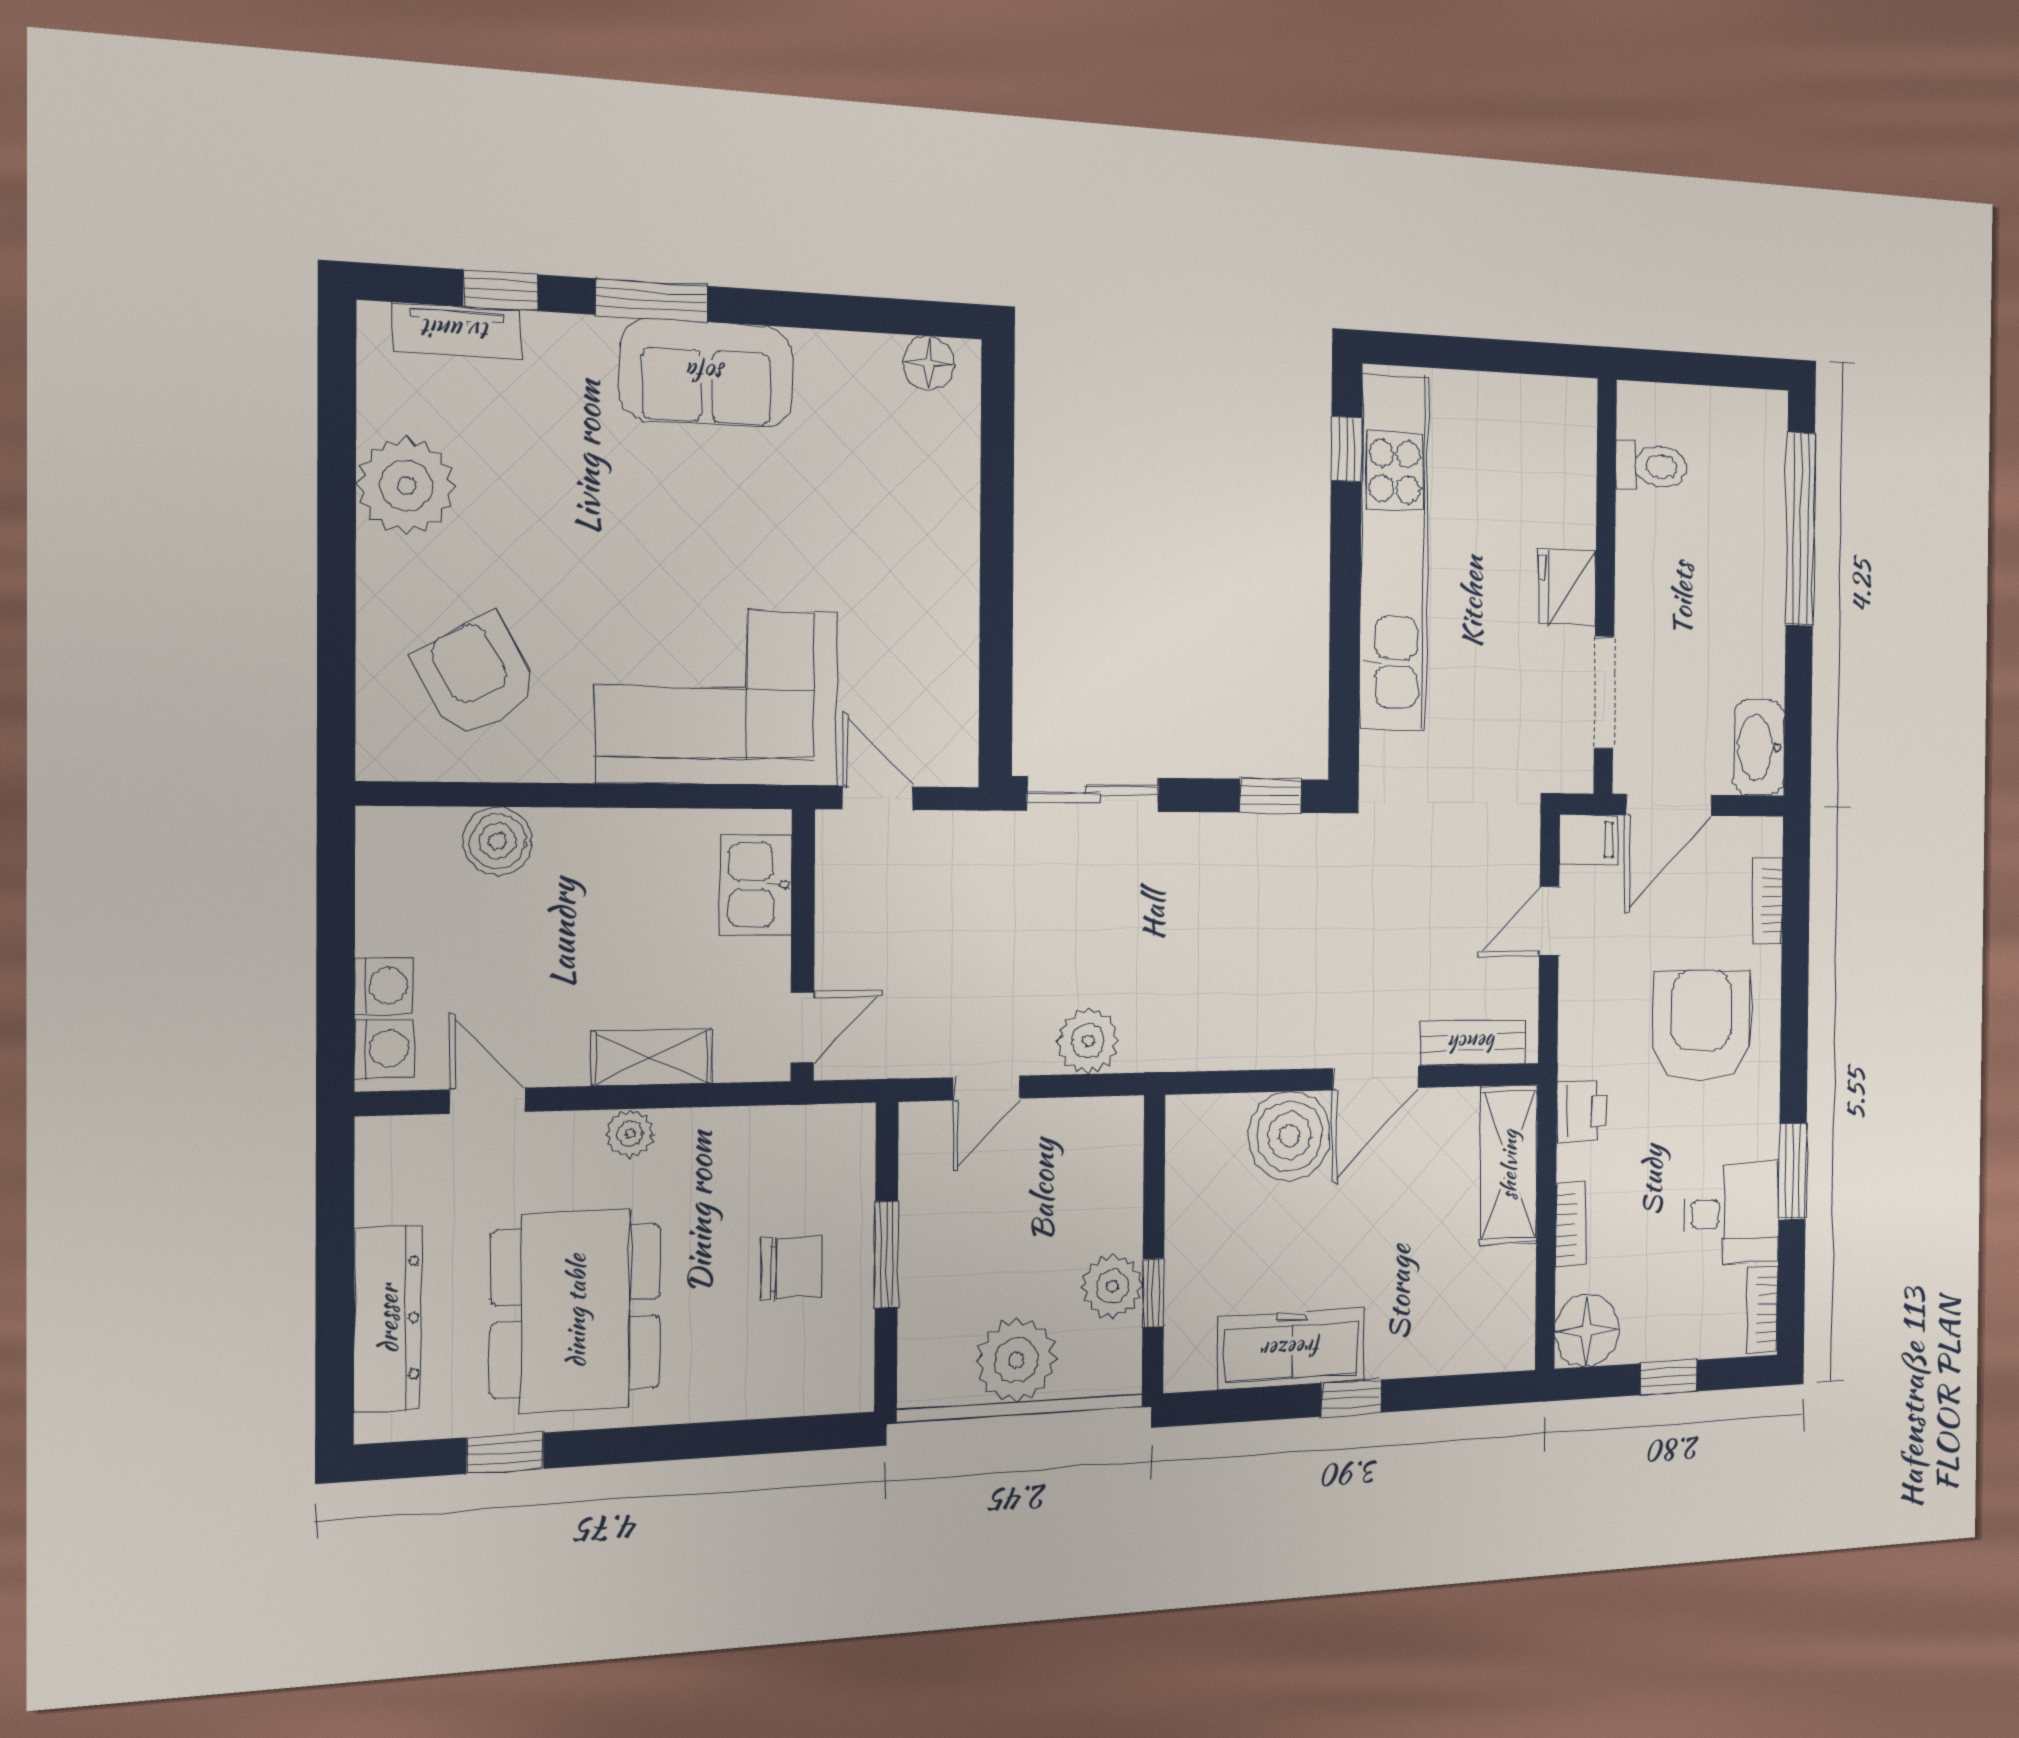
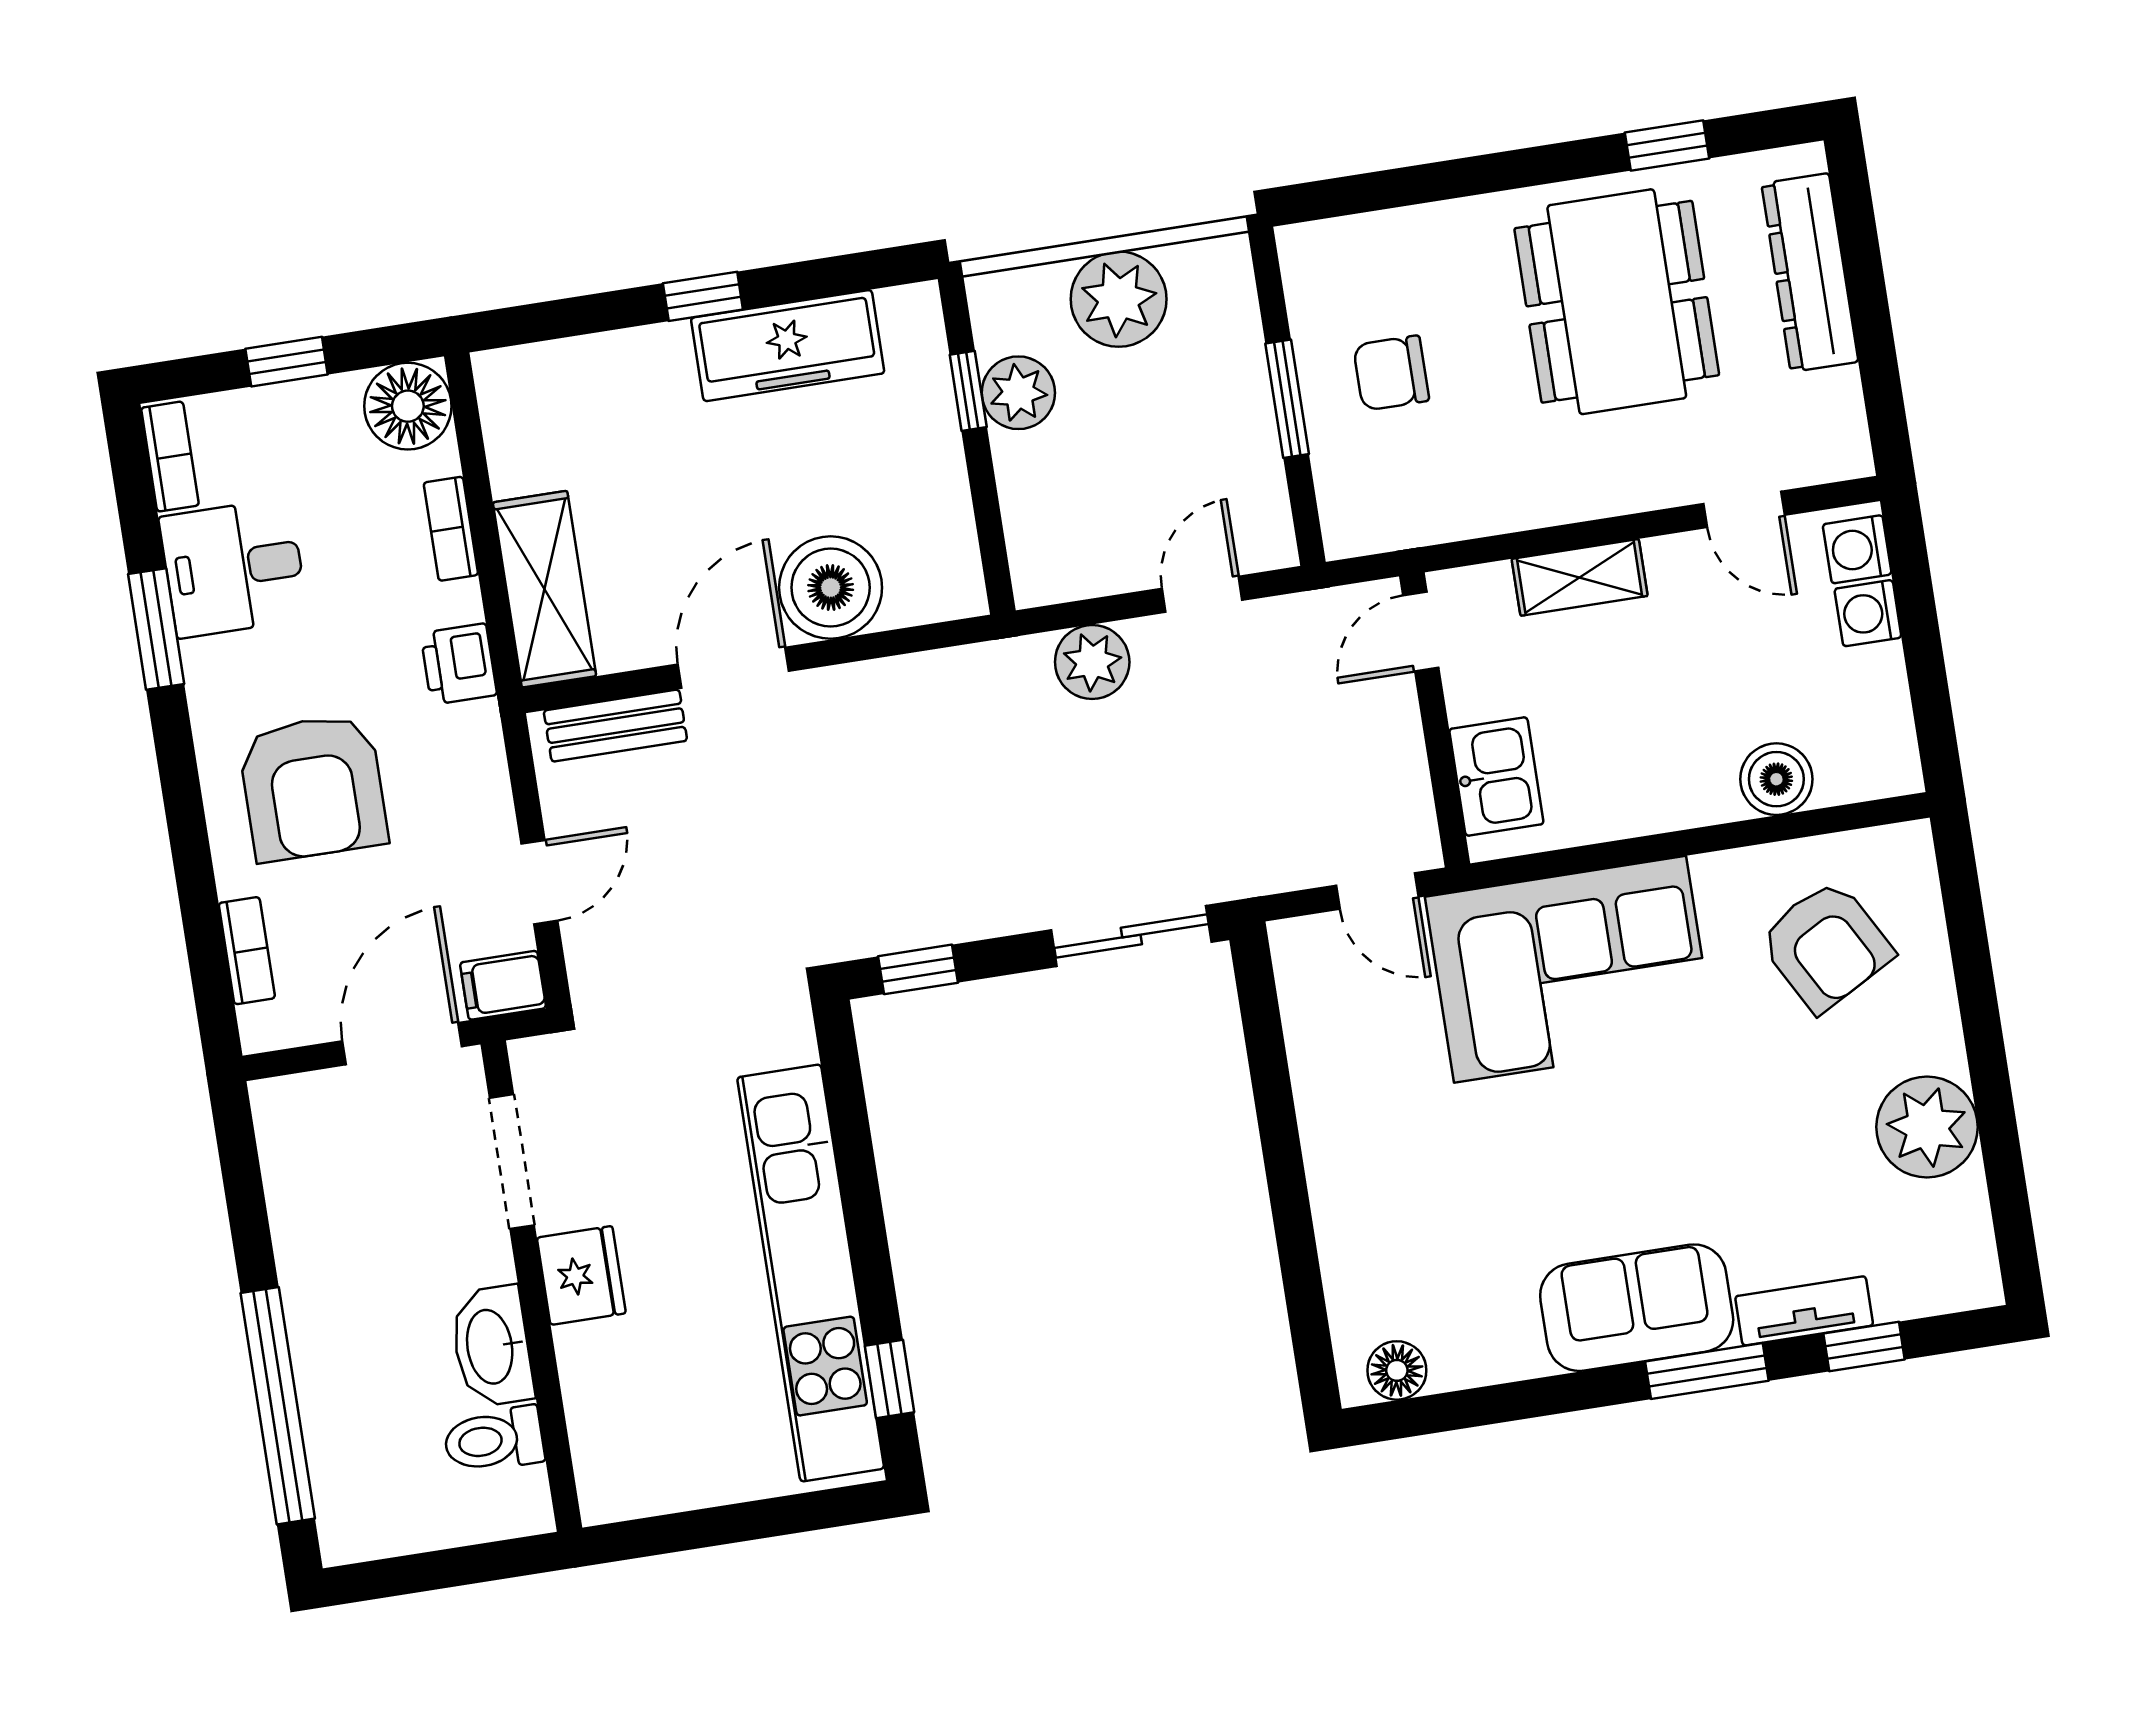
tv unit: (457, 331) -> (1804, 1311), moved
washbasin: (1759, 747) -> (492, 1346), moved, turned 180
plant: (630, 1134) -> (1590, 494), removed

